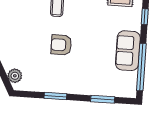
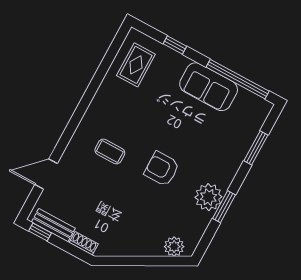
armchair: (61, 45) -> (162, 169), turned 90
plant: (57, 83) -> (208, 197), added

